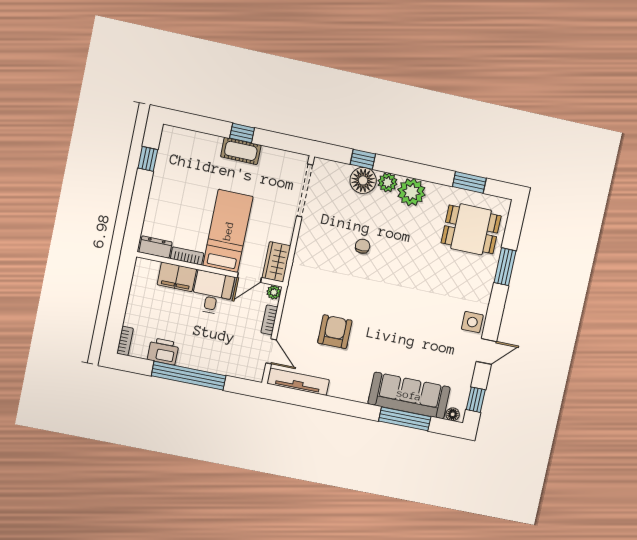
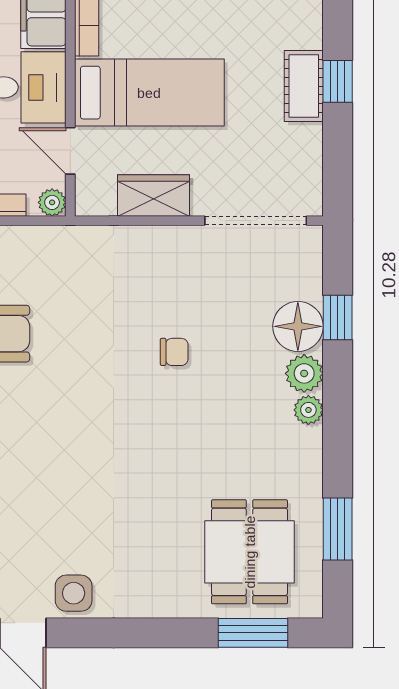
plant: (411, 192) -> (308, 410), width x0.53, depth x0.53
wardrobe: (276, 262) -> (154, 195), moved
window: (505, 267) -> (253, 633), moved

